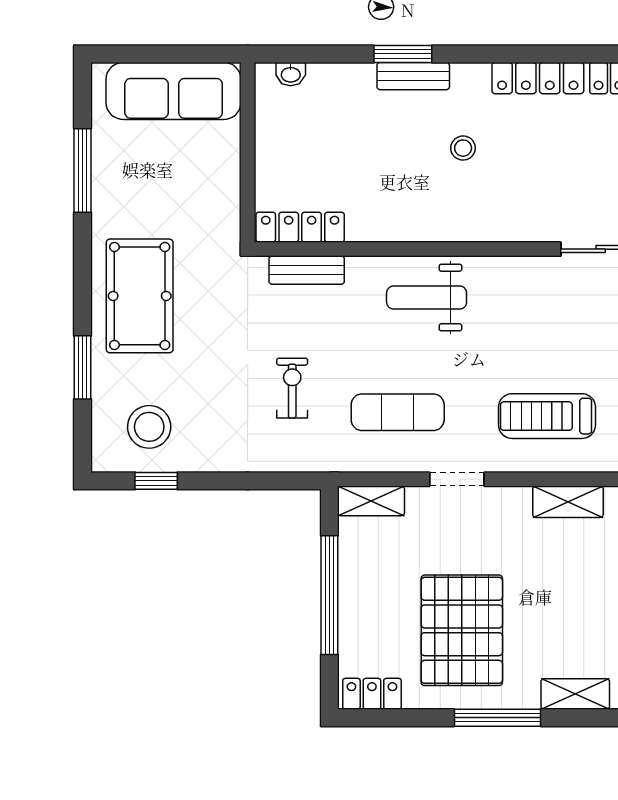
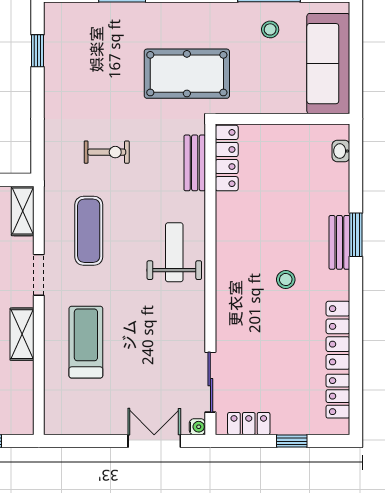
pool table: (140, 296) -> (187, 74), moved
stool: (149, 427) -> (270, 29), moved, width x0.53, depth x0.53
shelving: (568, 502) -> (22, 334), moved

